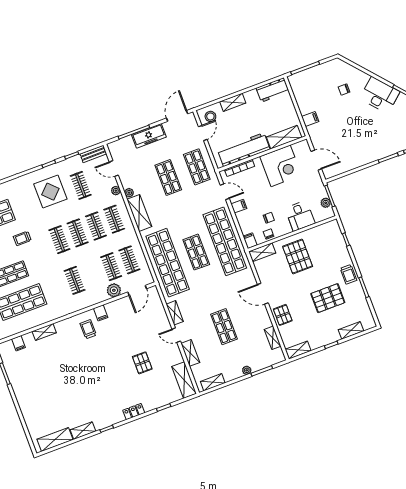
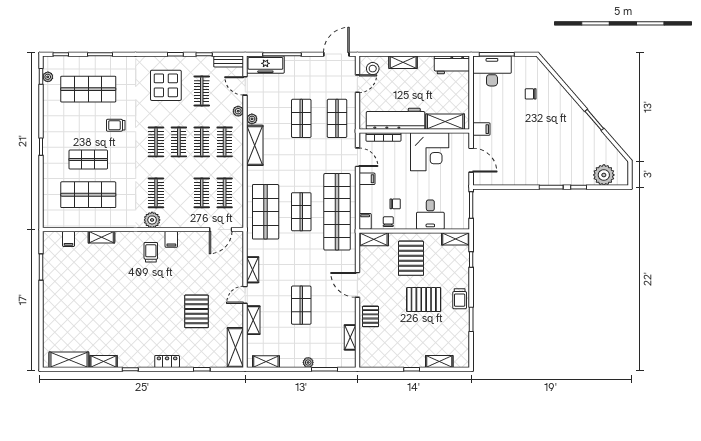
desk: (380, 95) -> (492, 71), moved, turned -49
filing cabinet: (310, 119) -> (481, 129), moved
freezer: (149, 136) -> (265, 65), moved
plant: (326, 203) -> (464, 211), removed
shop shelf: (168, 263) -> (266, 212), width x0.71
plant: (114, 290) -> (152, 220), moved
pallet: (328, 298) -> (424, 300), moved
door: (176, 335) -> (245, 295), hinge flipped
shelving: (298, 350) -> (456, 239), moved
pallet: (142, 363) -> (196, 311), width x1.50, depth x1.42

